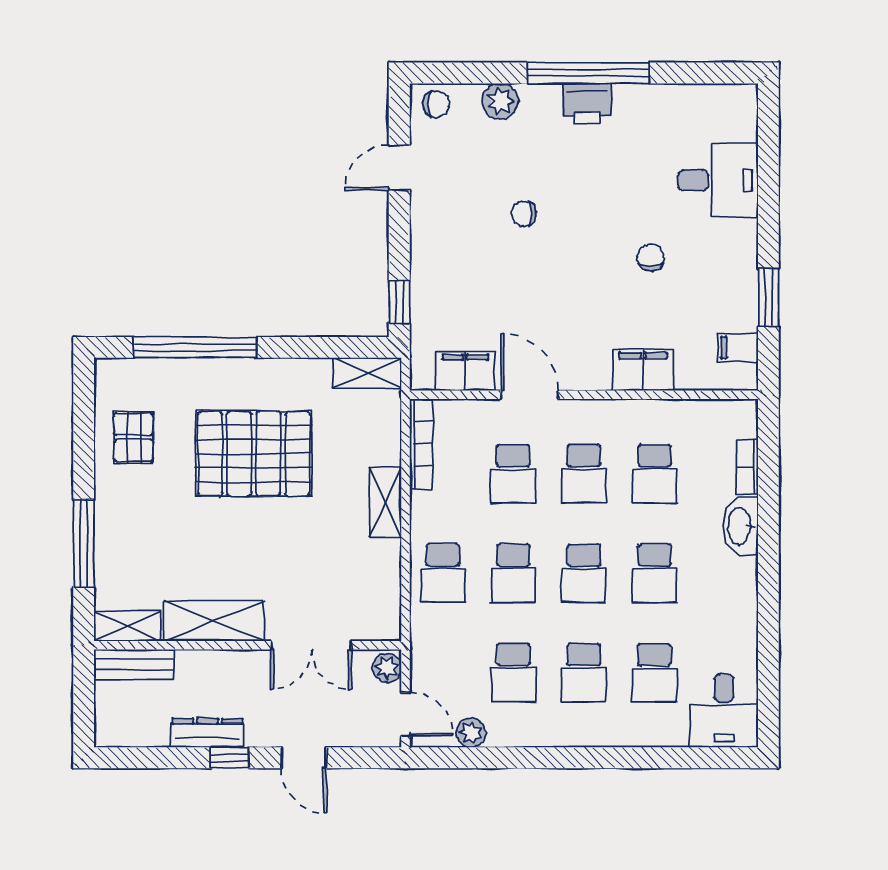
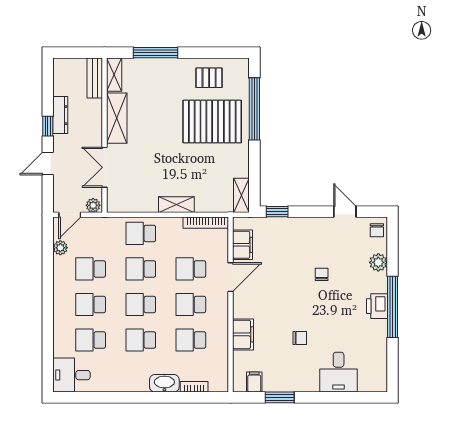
pallet: (254, 454) -> (212, 122), moved, turned 90

